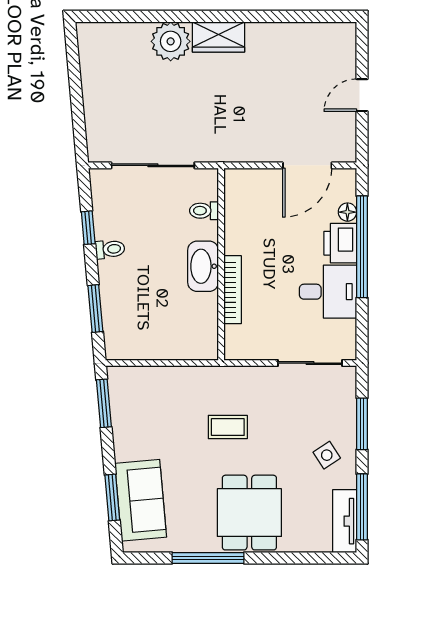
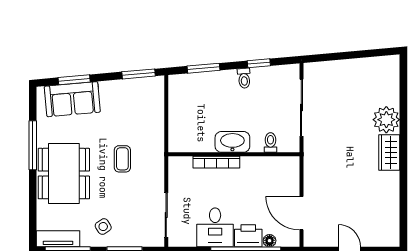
dining table: (249, 513) -> (64, 174), width x1.38

